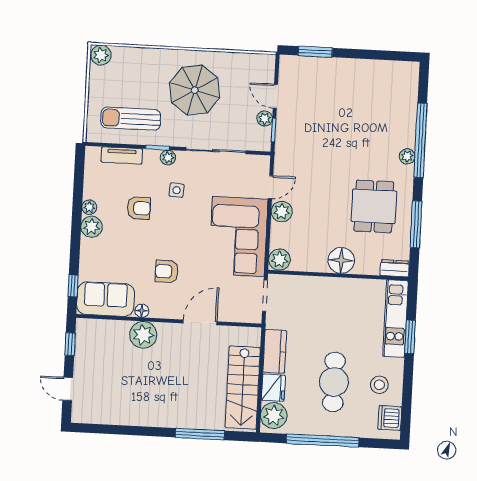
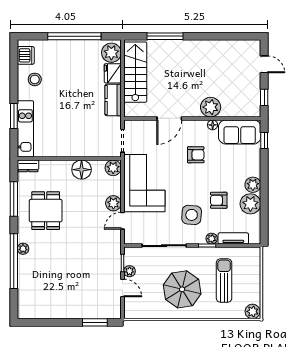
sun lounger: (131, 119) -> (224, 280), moved, turned -90
plant: (168, 158) -> (212, 239), moved
side table: (177, 190) -> (192, 215), width x1.87, depth x1.87
plant: (89, 207) -> (250, 204), width x1.87, depth x1.87
floor lamp: (341, 260) -> (82, 170), moved
cafe table: (334, 382) -> (68, 80), removed

